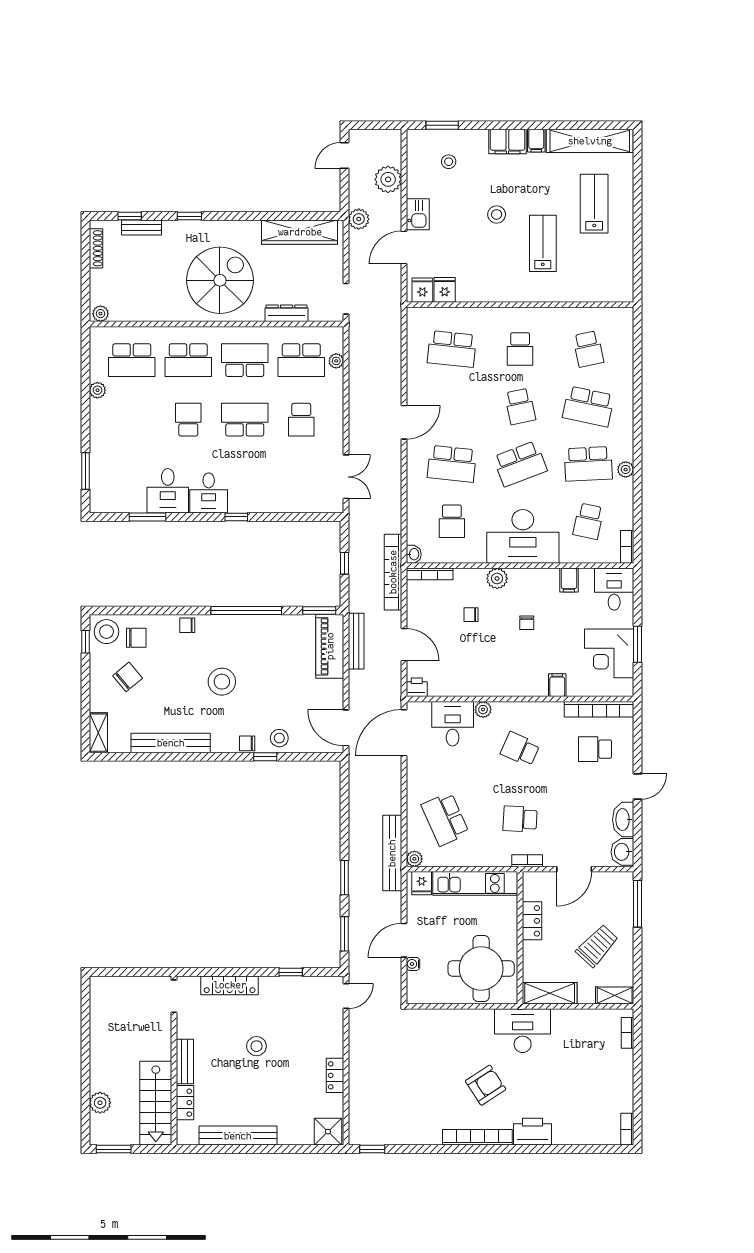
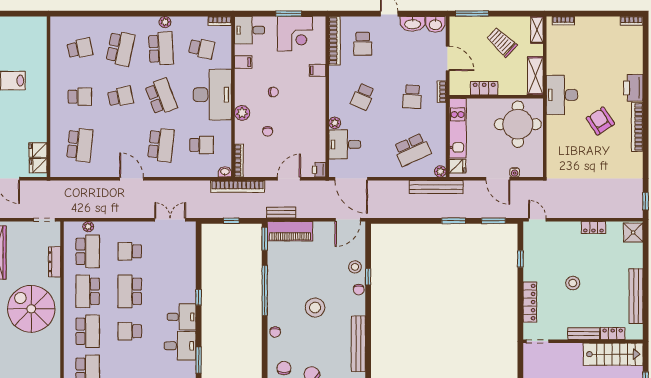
school desk: (301, 420) -> (130, 251), turned 180
bench: (356, 641) -> (281, 213), width x0.73

